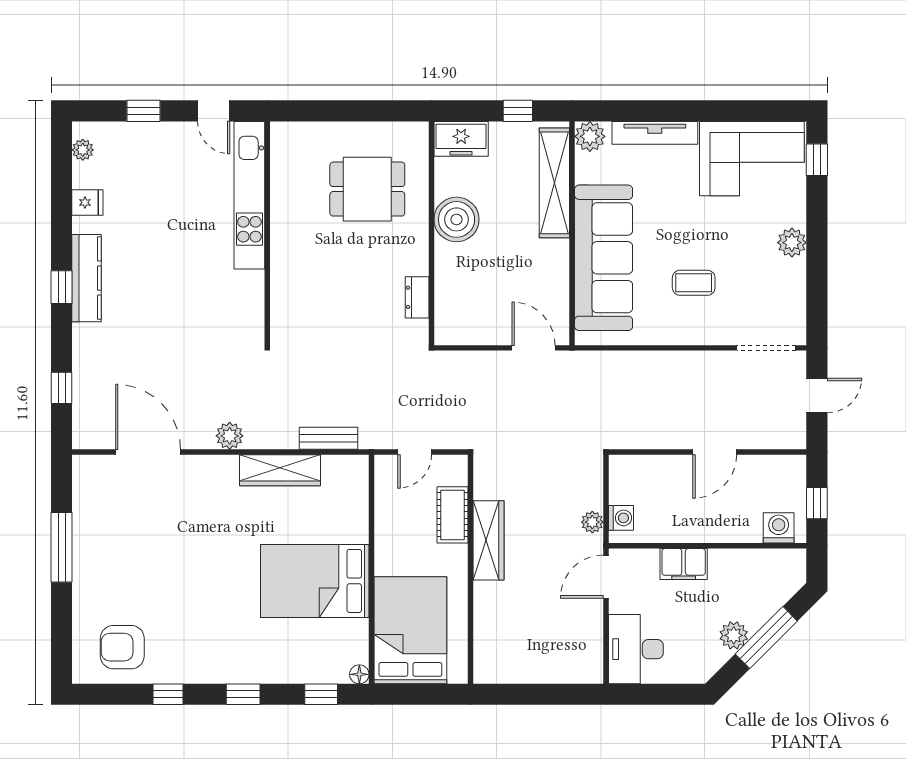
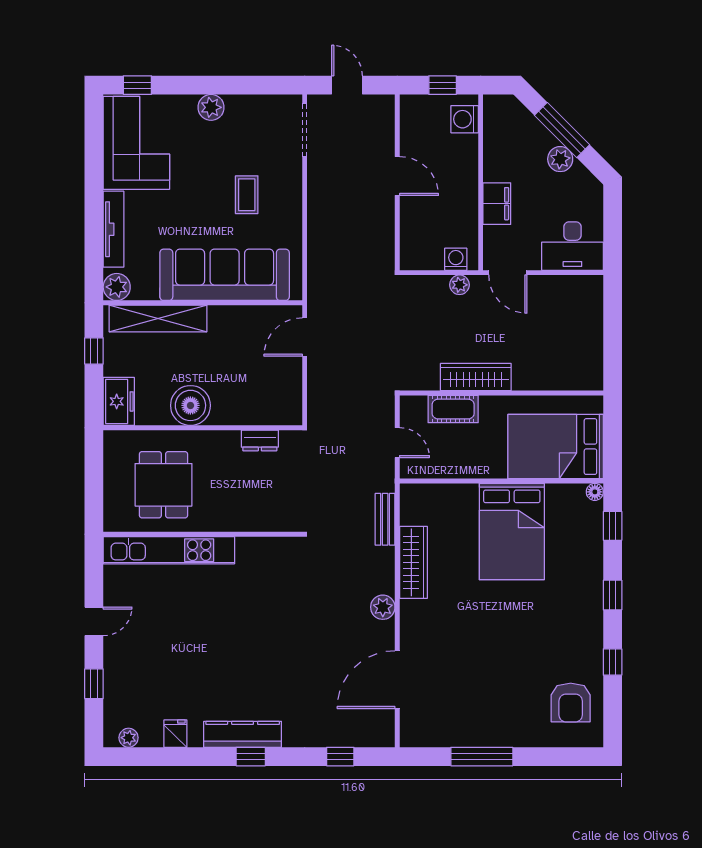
kitchen unit: (249, 195) -> (169, 550), moved
wall: (267, 233) -> (203, 534), moved

